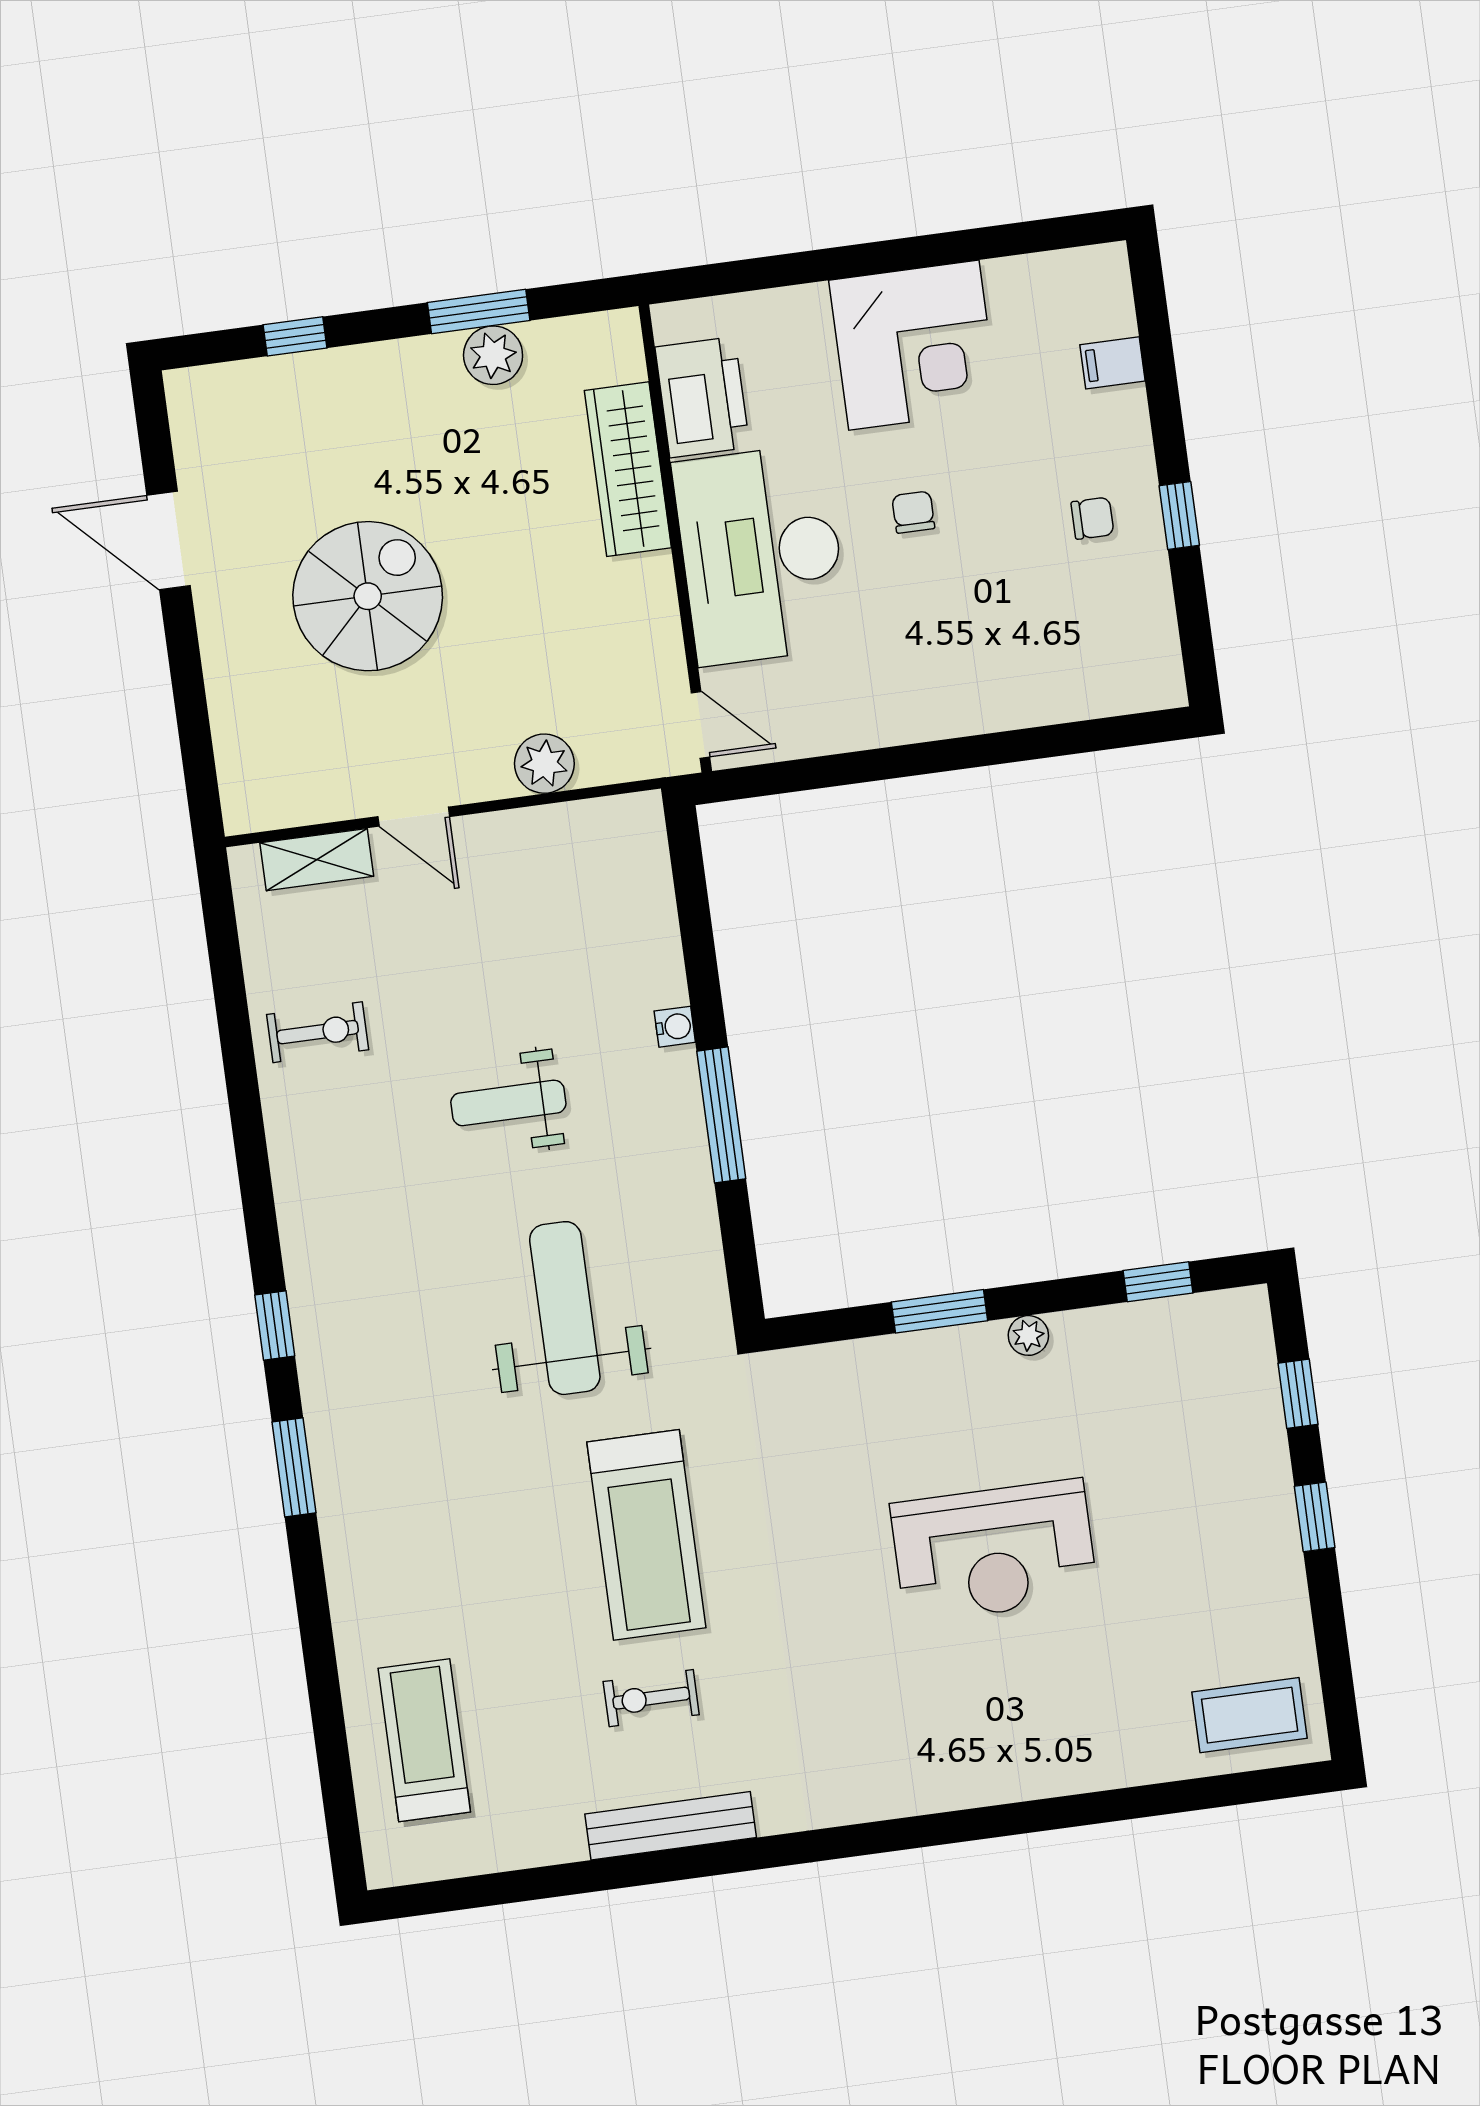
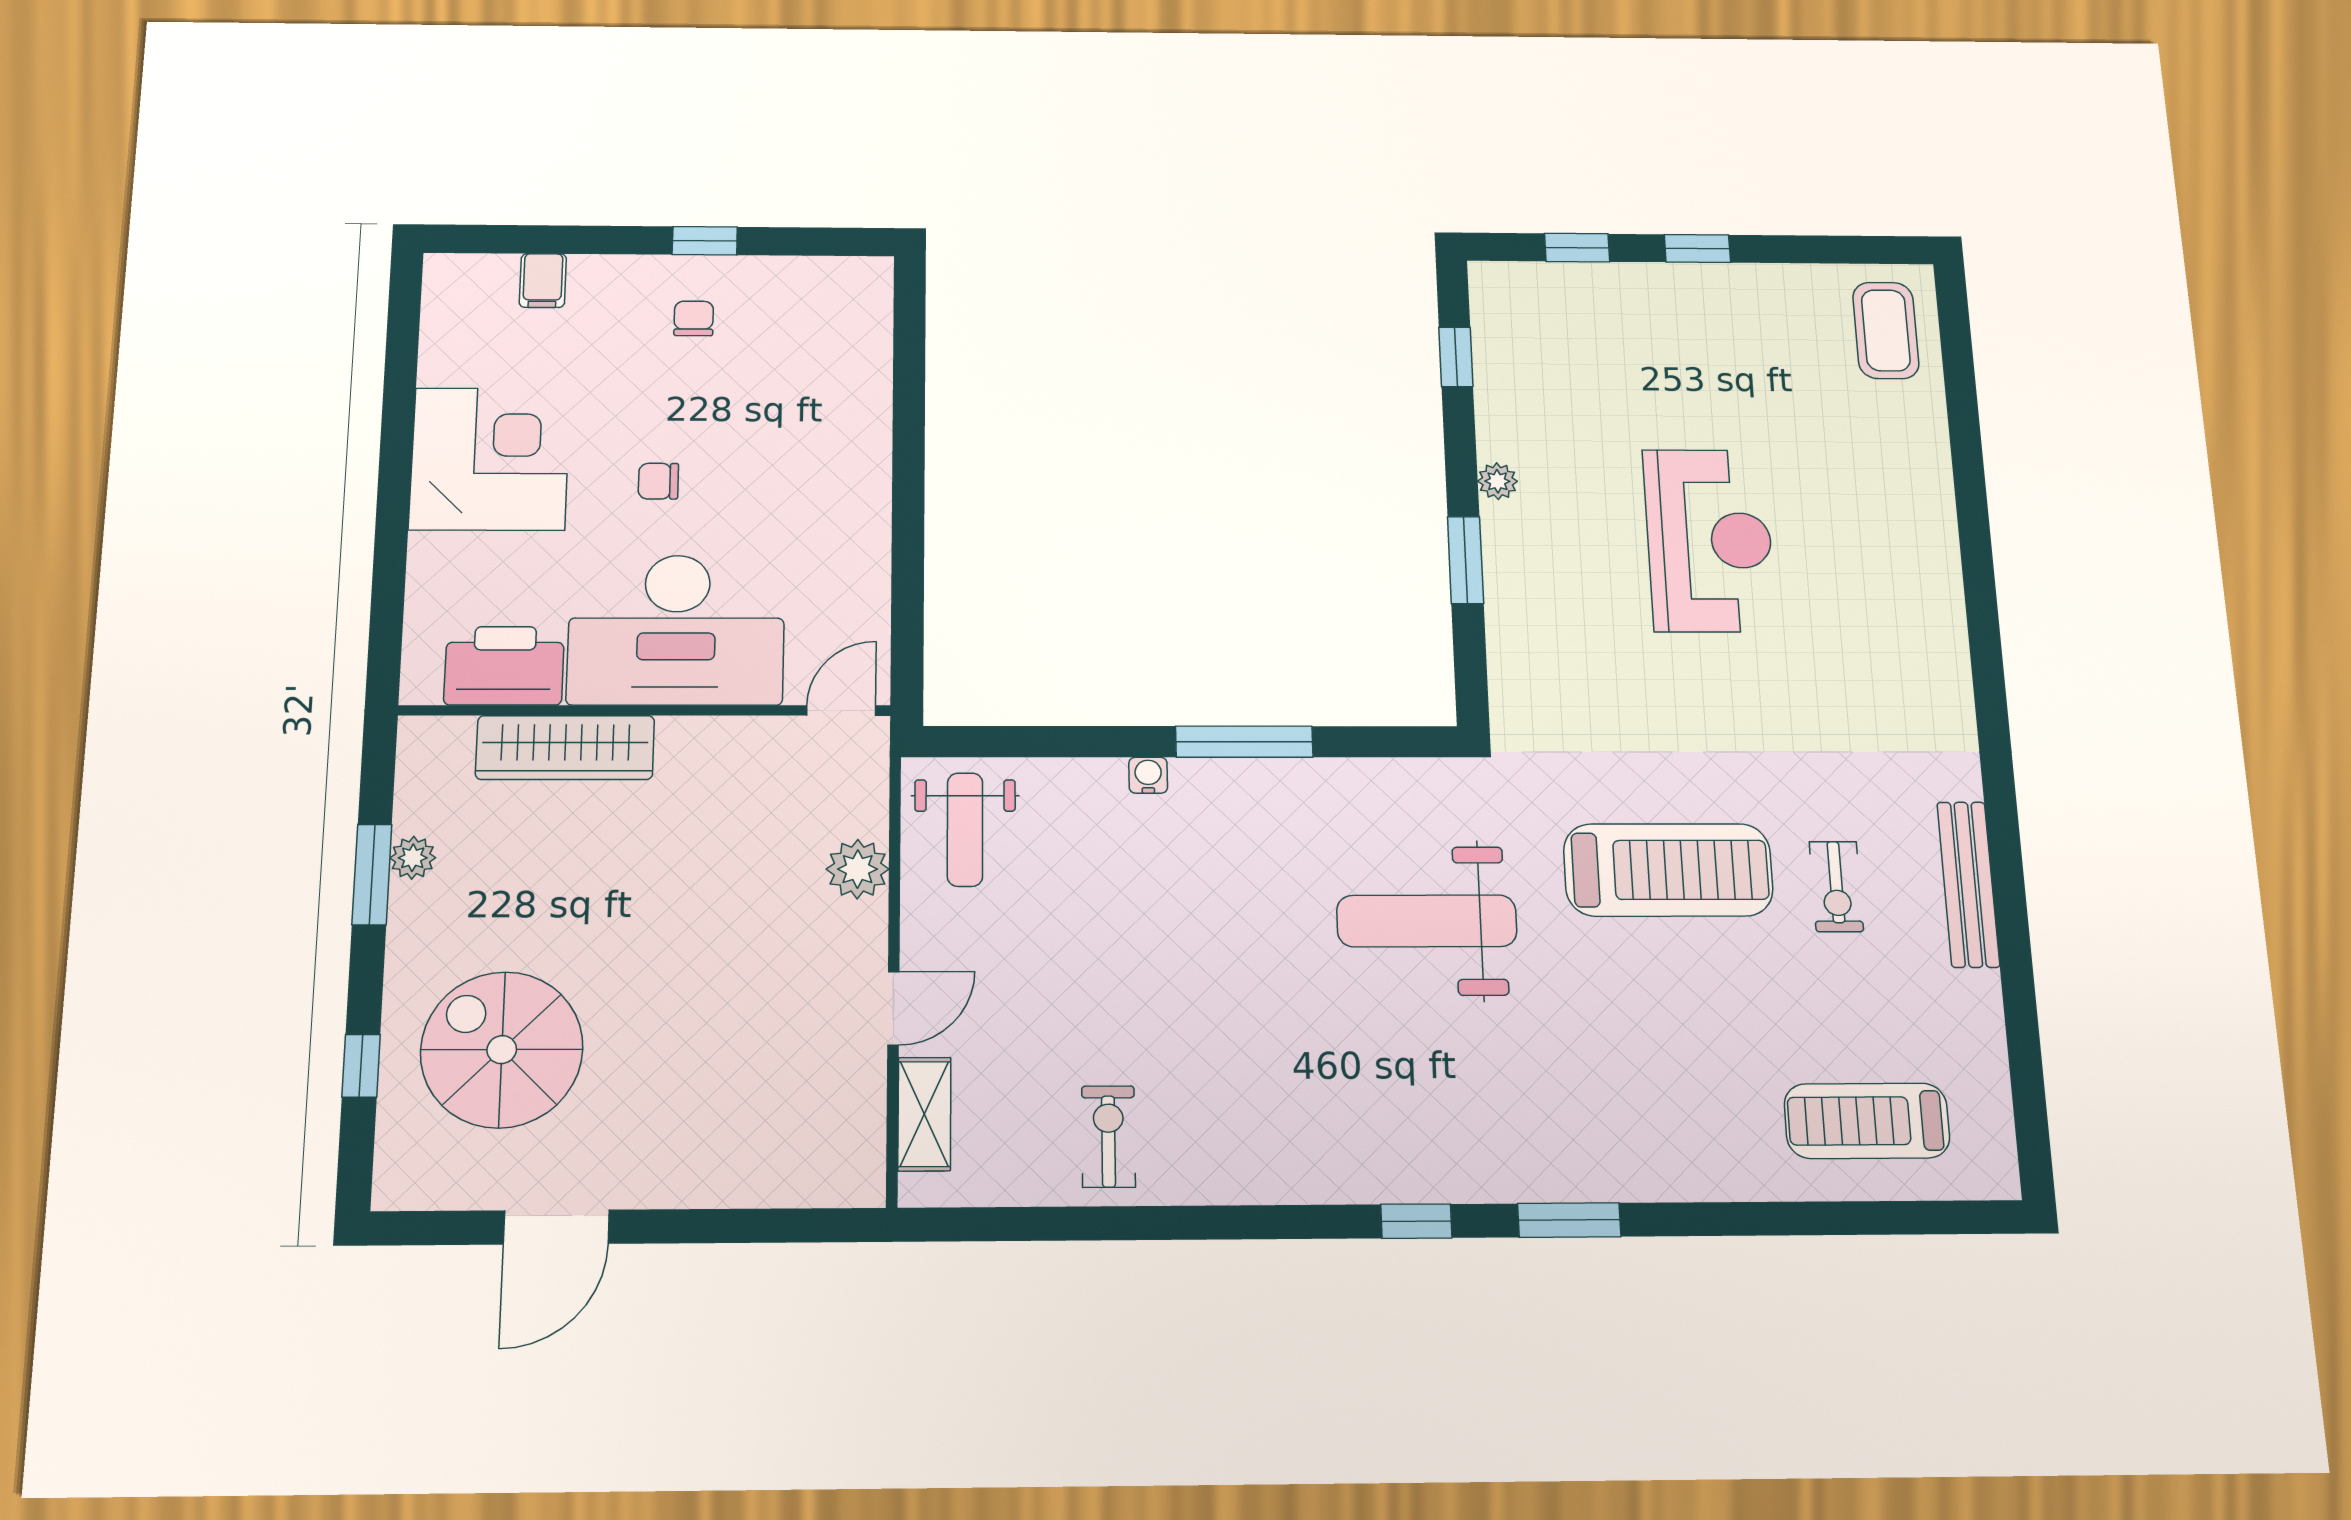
plant: (493, 355) -> (413, 858), width x0.73, depth x0.73
spiral stairs: (368, 596) -> (502, 1050), moved
weight bench: (508, 1103) -> (965, 830), moved

